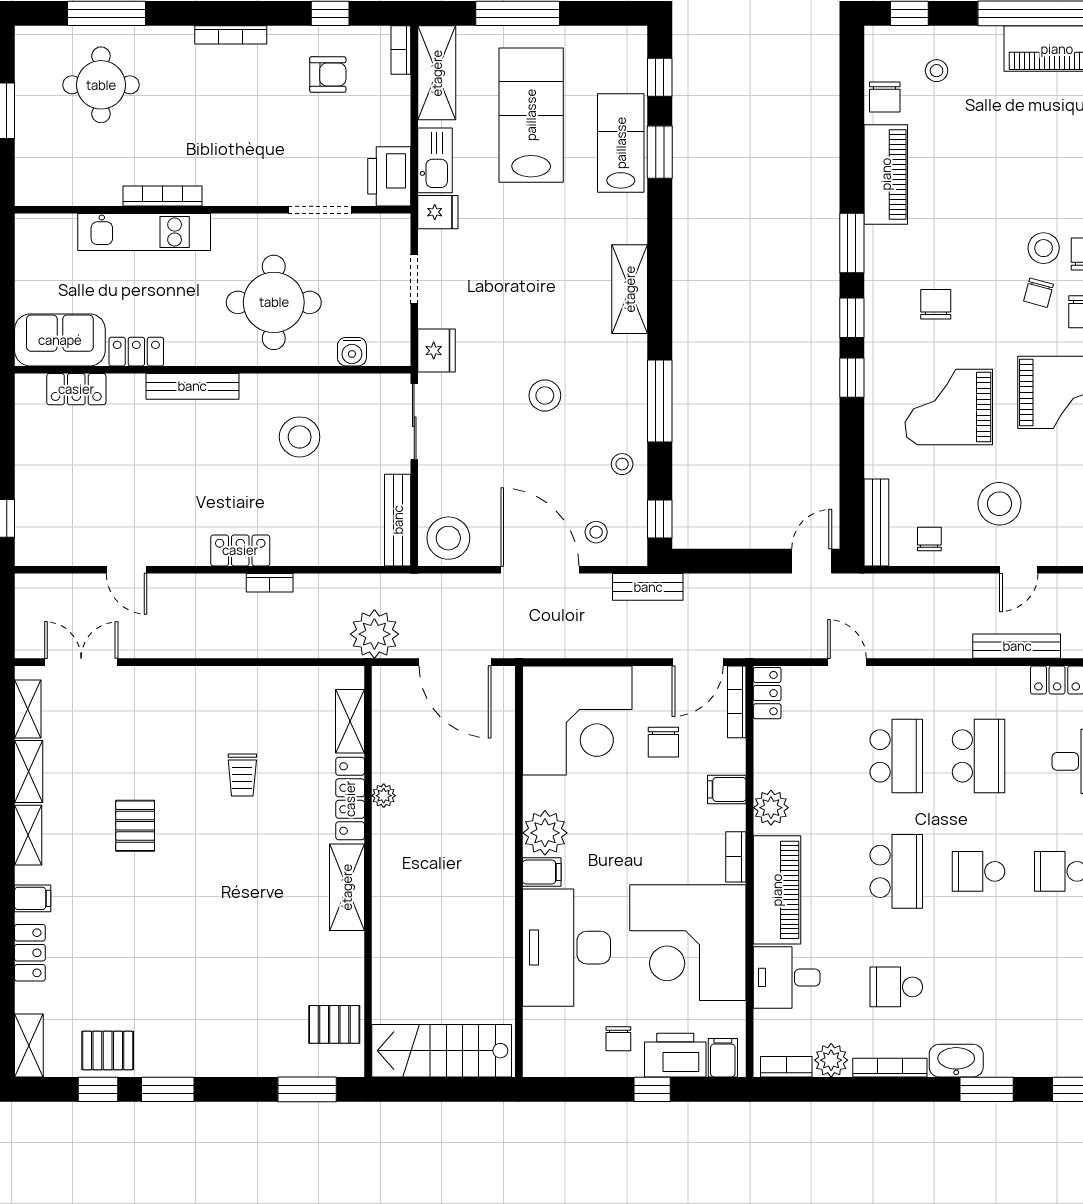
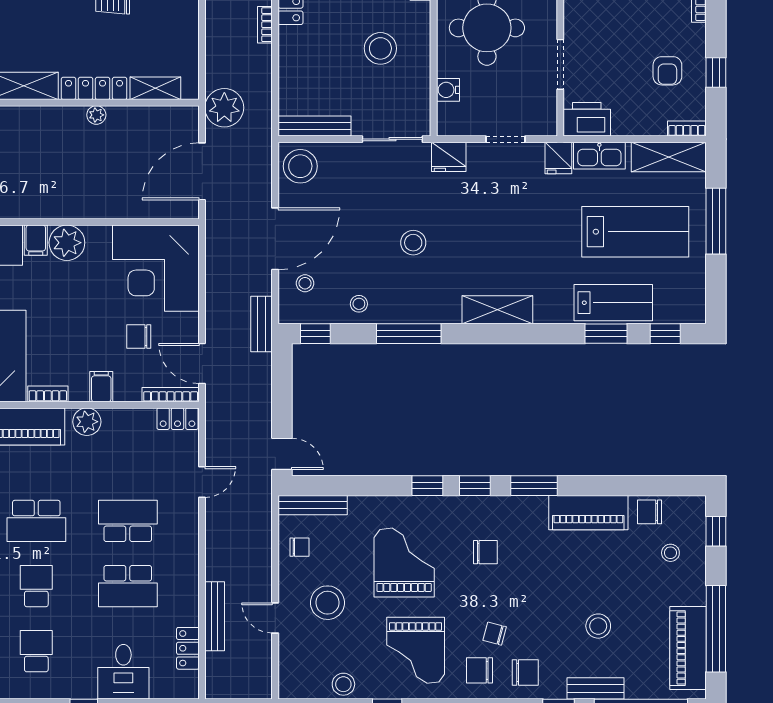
stool: (1044, 248) -> (598, 626), moved
school desk: (896, 756) -> (128, 521), turned 180

